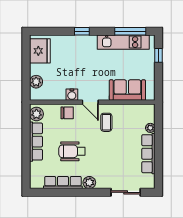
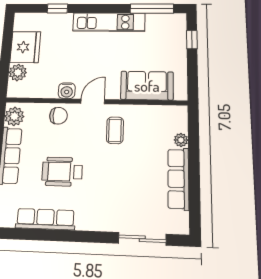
window: (82, 31) -> (57, 8), moved
kitchen unit: (123, 42) -> (109, 22), moved
fridge: (40, 51) -> (25, 47), moved
door: (90, 102) -> (93, 101), swing flipped
plant: (89, 183) -> (86, 221), removed

